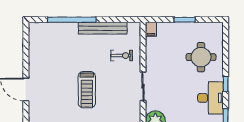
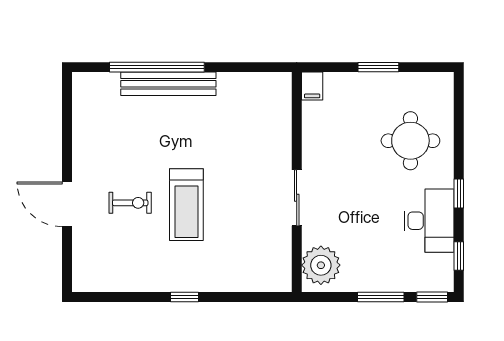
bench: (103, 28) -> (168, 84), moved
exercise bike: (122, 56) -> (130, 203), moved

